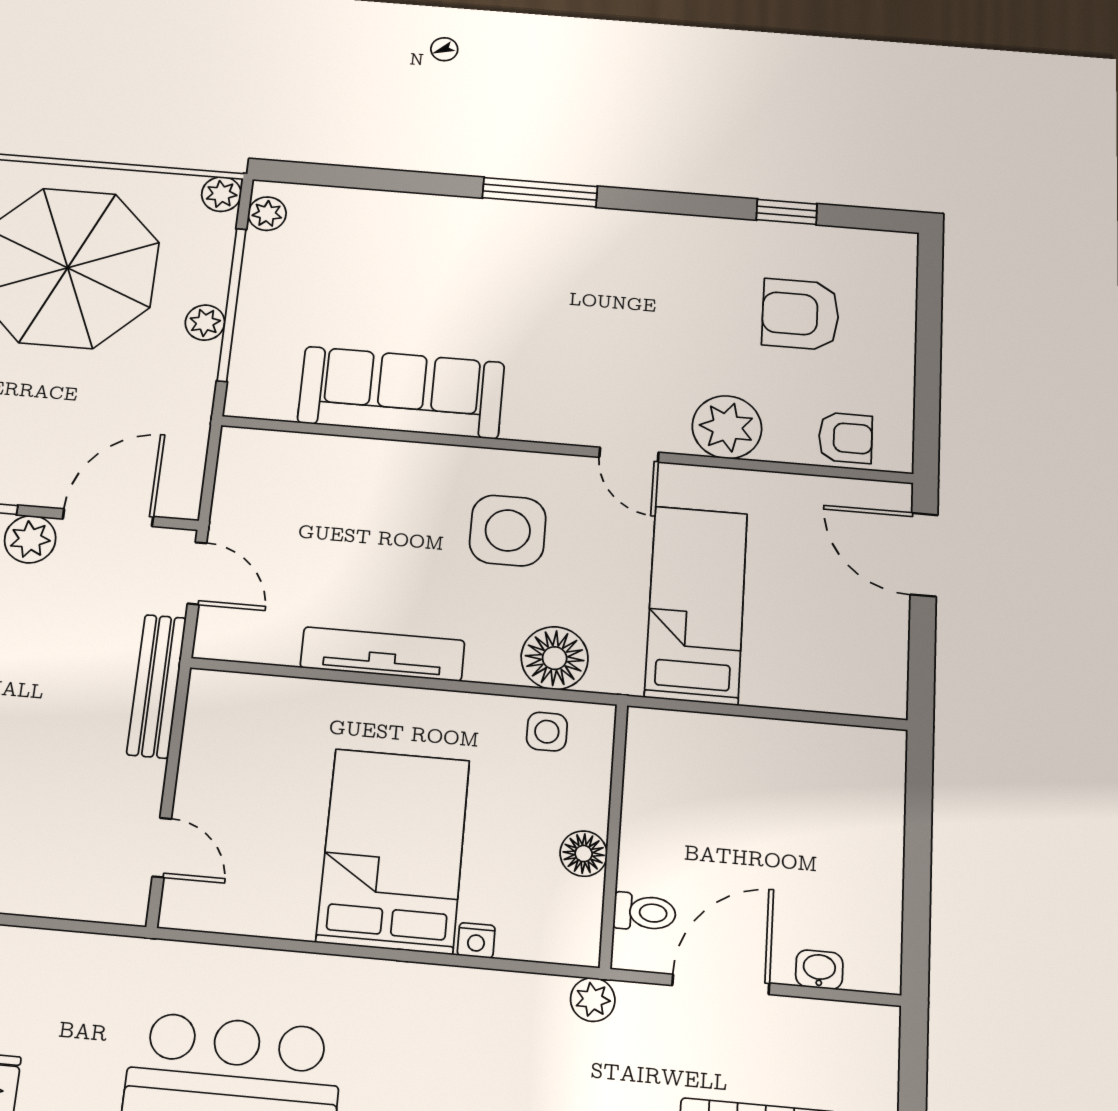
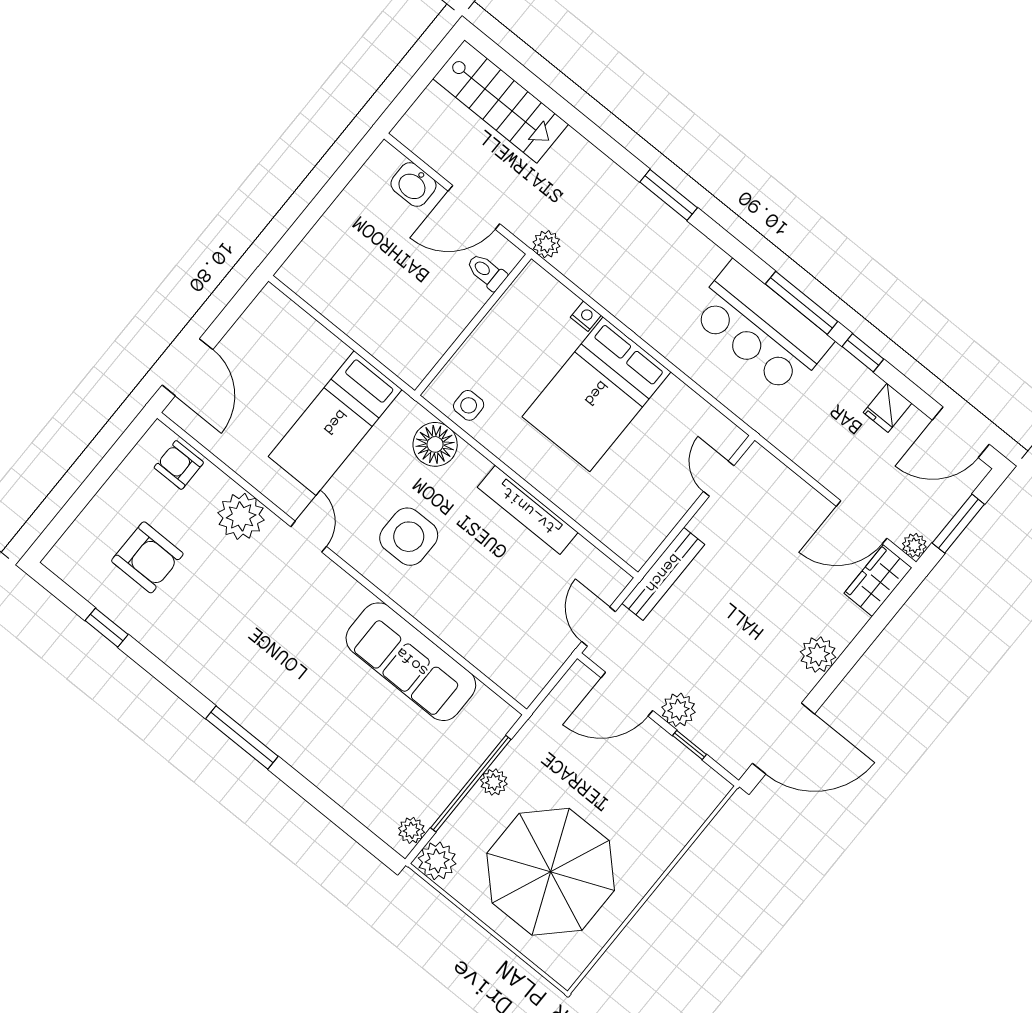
plant: (221, 194) -> (437, 861), width x1.38, depth x1.38
floor lamp: (584, 854) -> (496, 325), removed
washbasin: (819, 970) -> (413, 185), width x1.38, depth x1.45

